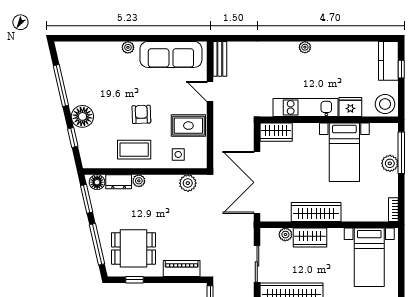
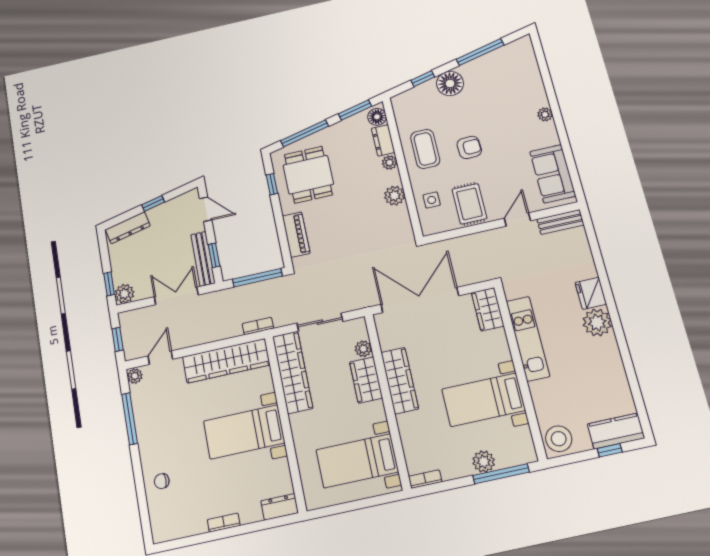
plant: (305, 47) -> (597, 323), width x1.87, depth x1.87
sofa: (171, 54) -> (553, 174), width x0.73
fridge: (350, 107) -> (591, 293), moved, turned 180
plant: (188, 183) -> (394, 196), moved

